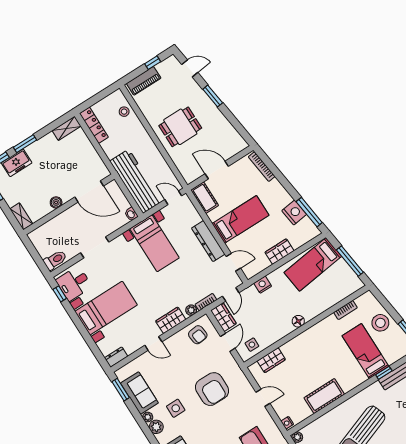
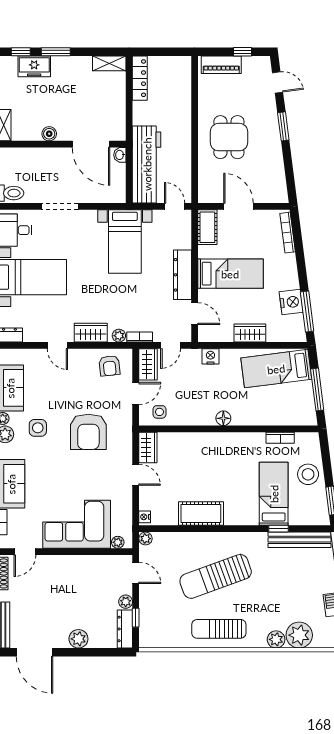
stool: (124, 112) -> (180, 84), removed
dining table: (180, 127) -> (229, 137), turned 90
washbasin: (131, 214) -> (120, 155), moved
wardrobe: (271, 360) -> (148, 448), moved, turned -90

